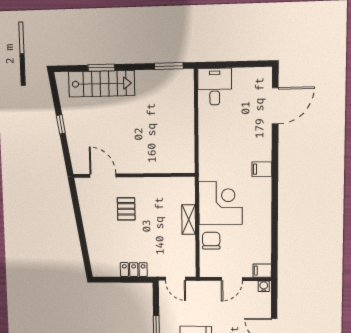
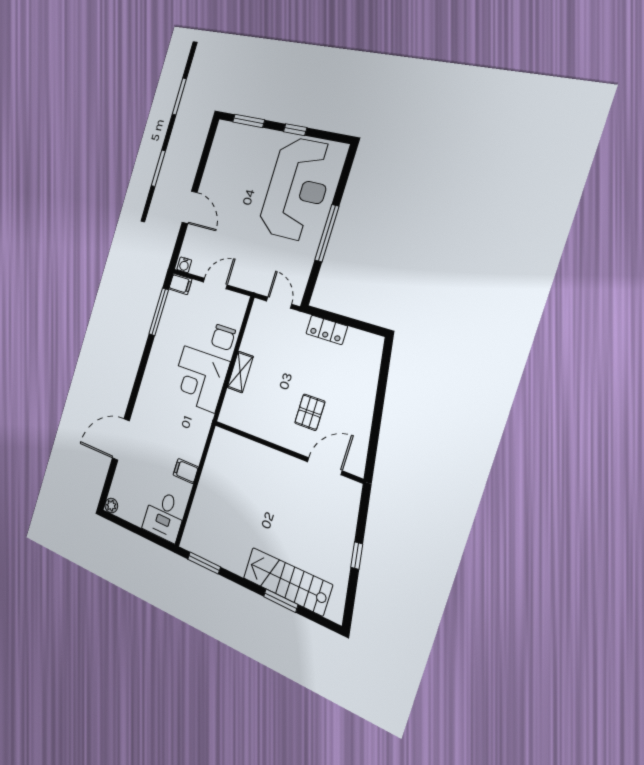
plant: (266, 73) -> (111, 506), added
door: (275, 106) -> (121, 439), moved
filing cabinet: (262, 169) -> (186, 471), moved, turned 180
door: (103, 176) -> (325, 466), swing flipped
window: (275, 244) -> (159, 312), added

